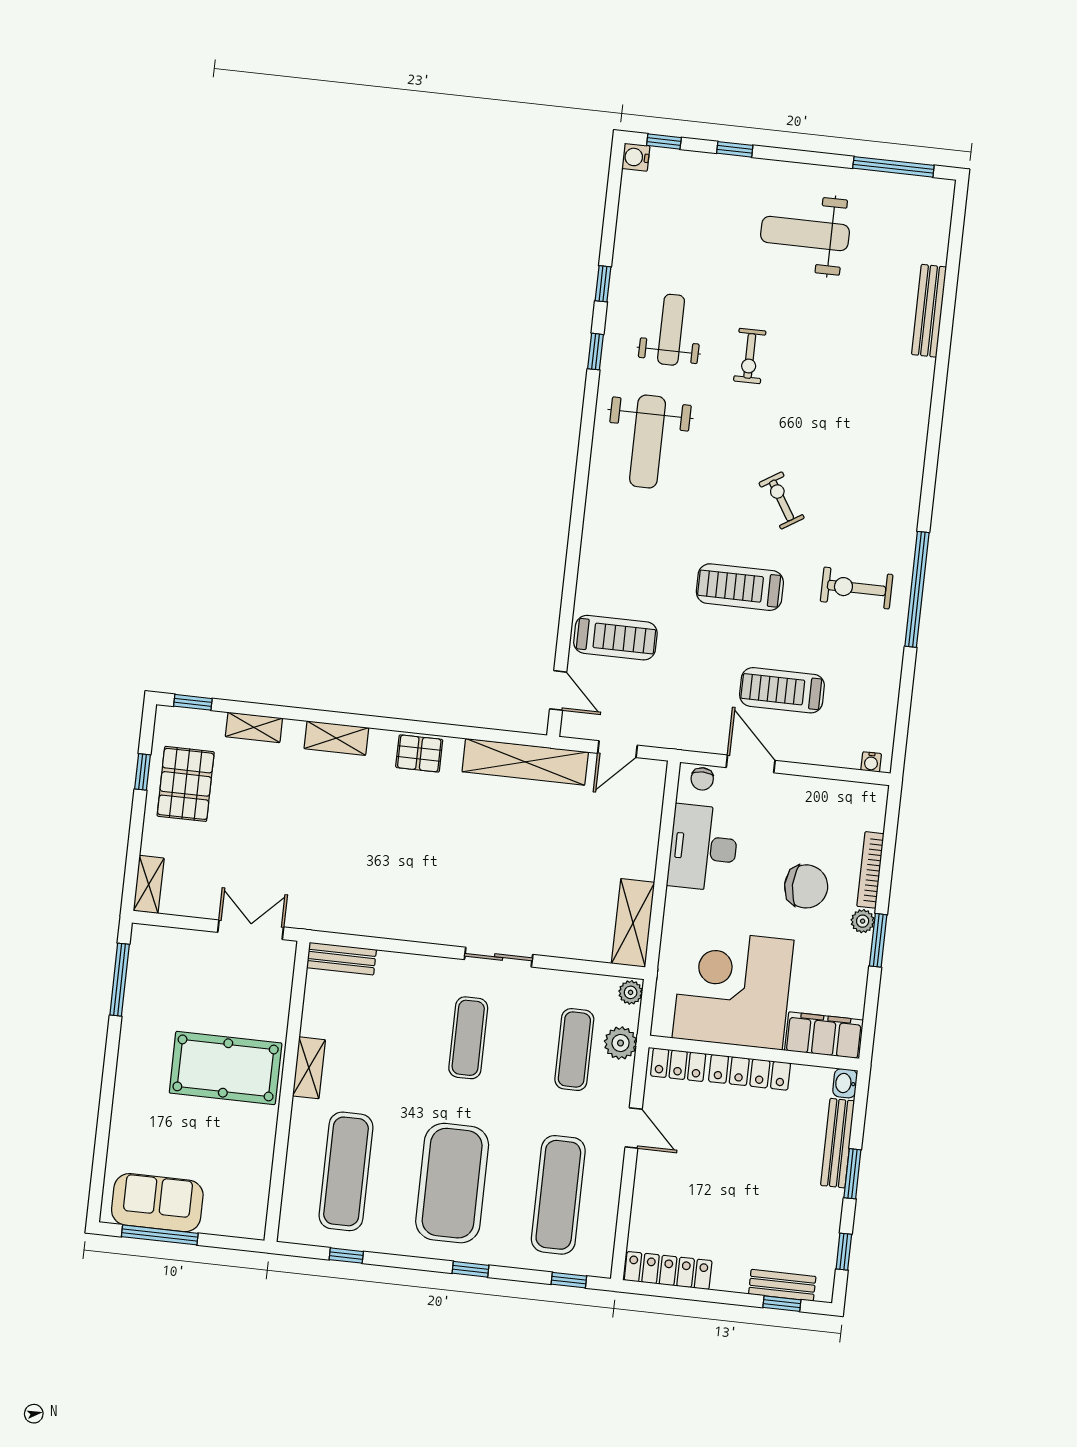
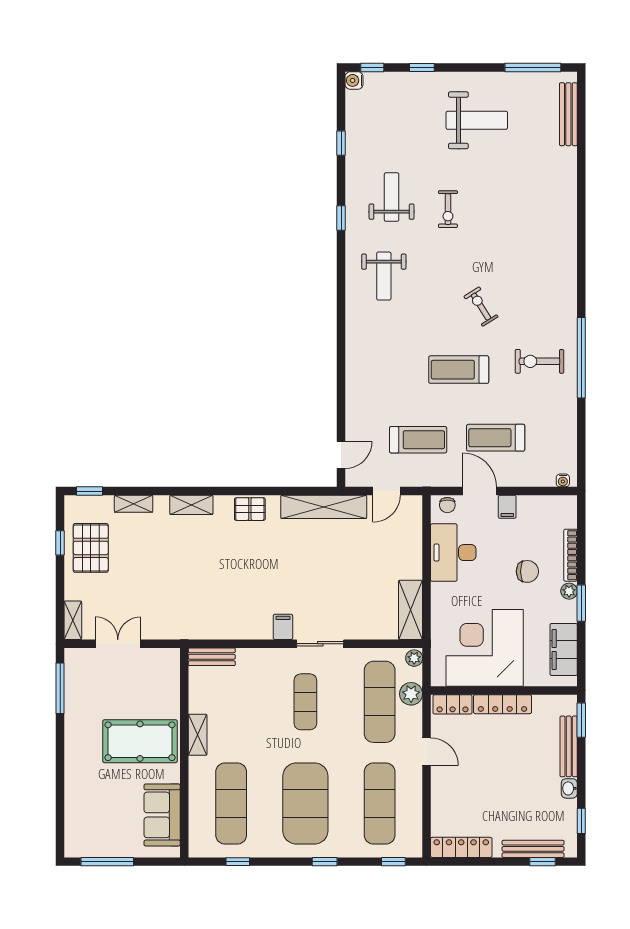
weight bench: (805, 234) -> (477, 120), turned 180
window: (603, 284) -> (341, 143), moved
bench: (929, 311) -> (568, 114), moved
weight bench: (648, 441) -> (384, 276), width x0.73, depth x0.75
treadmill: (615, 638) -> (418, 440), moved
door: (558, 690) -> (341, 455), hinge flipped
filing cabinet: (788, 791) -> (507, 507), added
chair: (806, 886) -> (527, 571), width x0.73, depth x0.73
filing cabinet: (448, 927) -> (283, 627), added
double door: (251, 930) -> (118, 644), moved
filing cabinet: (824, 1035) -> (564, 649), moved, turned -90
exercise mat: (574, 1050) -> (380, 702), width x1.36, depth x1.45
washbasin: (845, 1083) -> (569, 788), moved
window: (852, 1174) -> (581, 720), moved
sofa: (157, 1203) -> (162, 815), moved, turned -90
bench: (782, 1285) -> (533, 849), width x1.36

